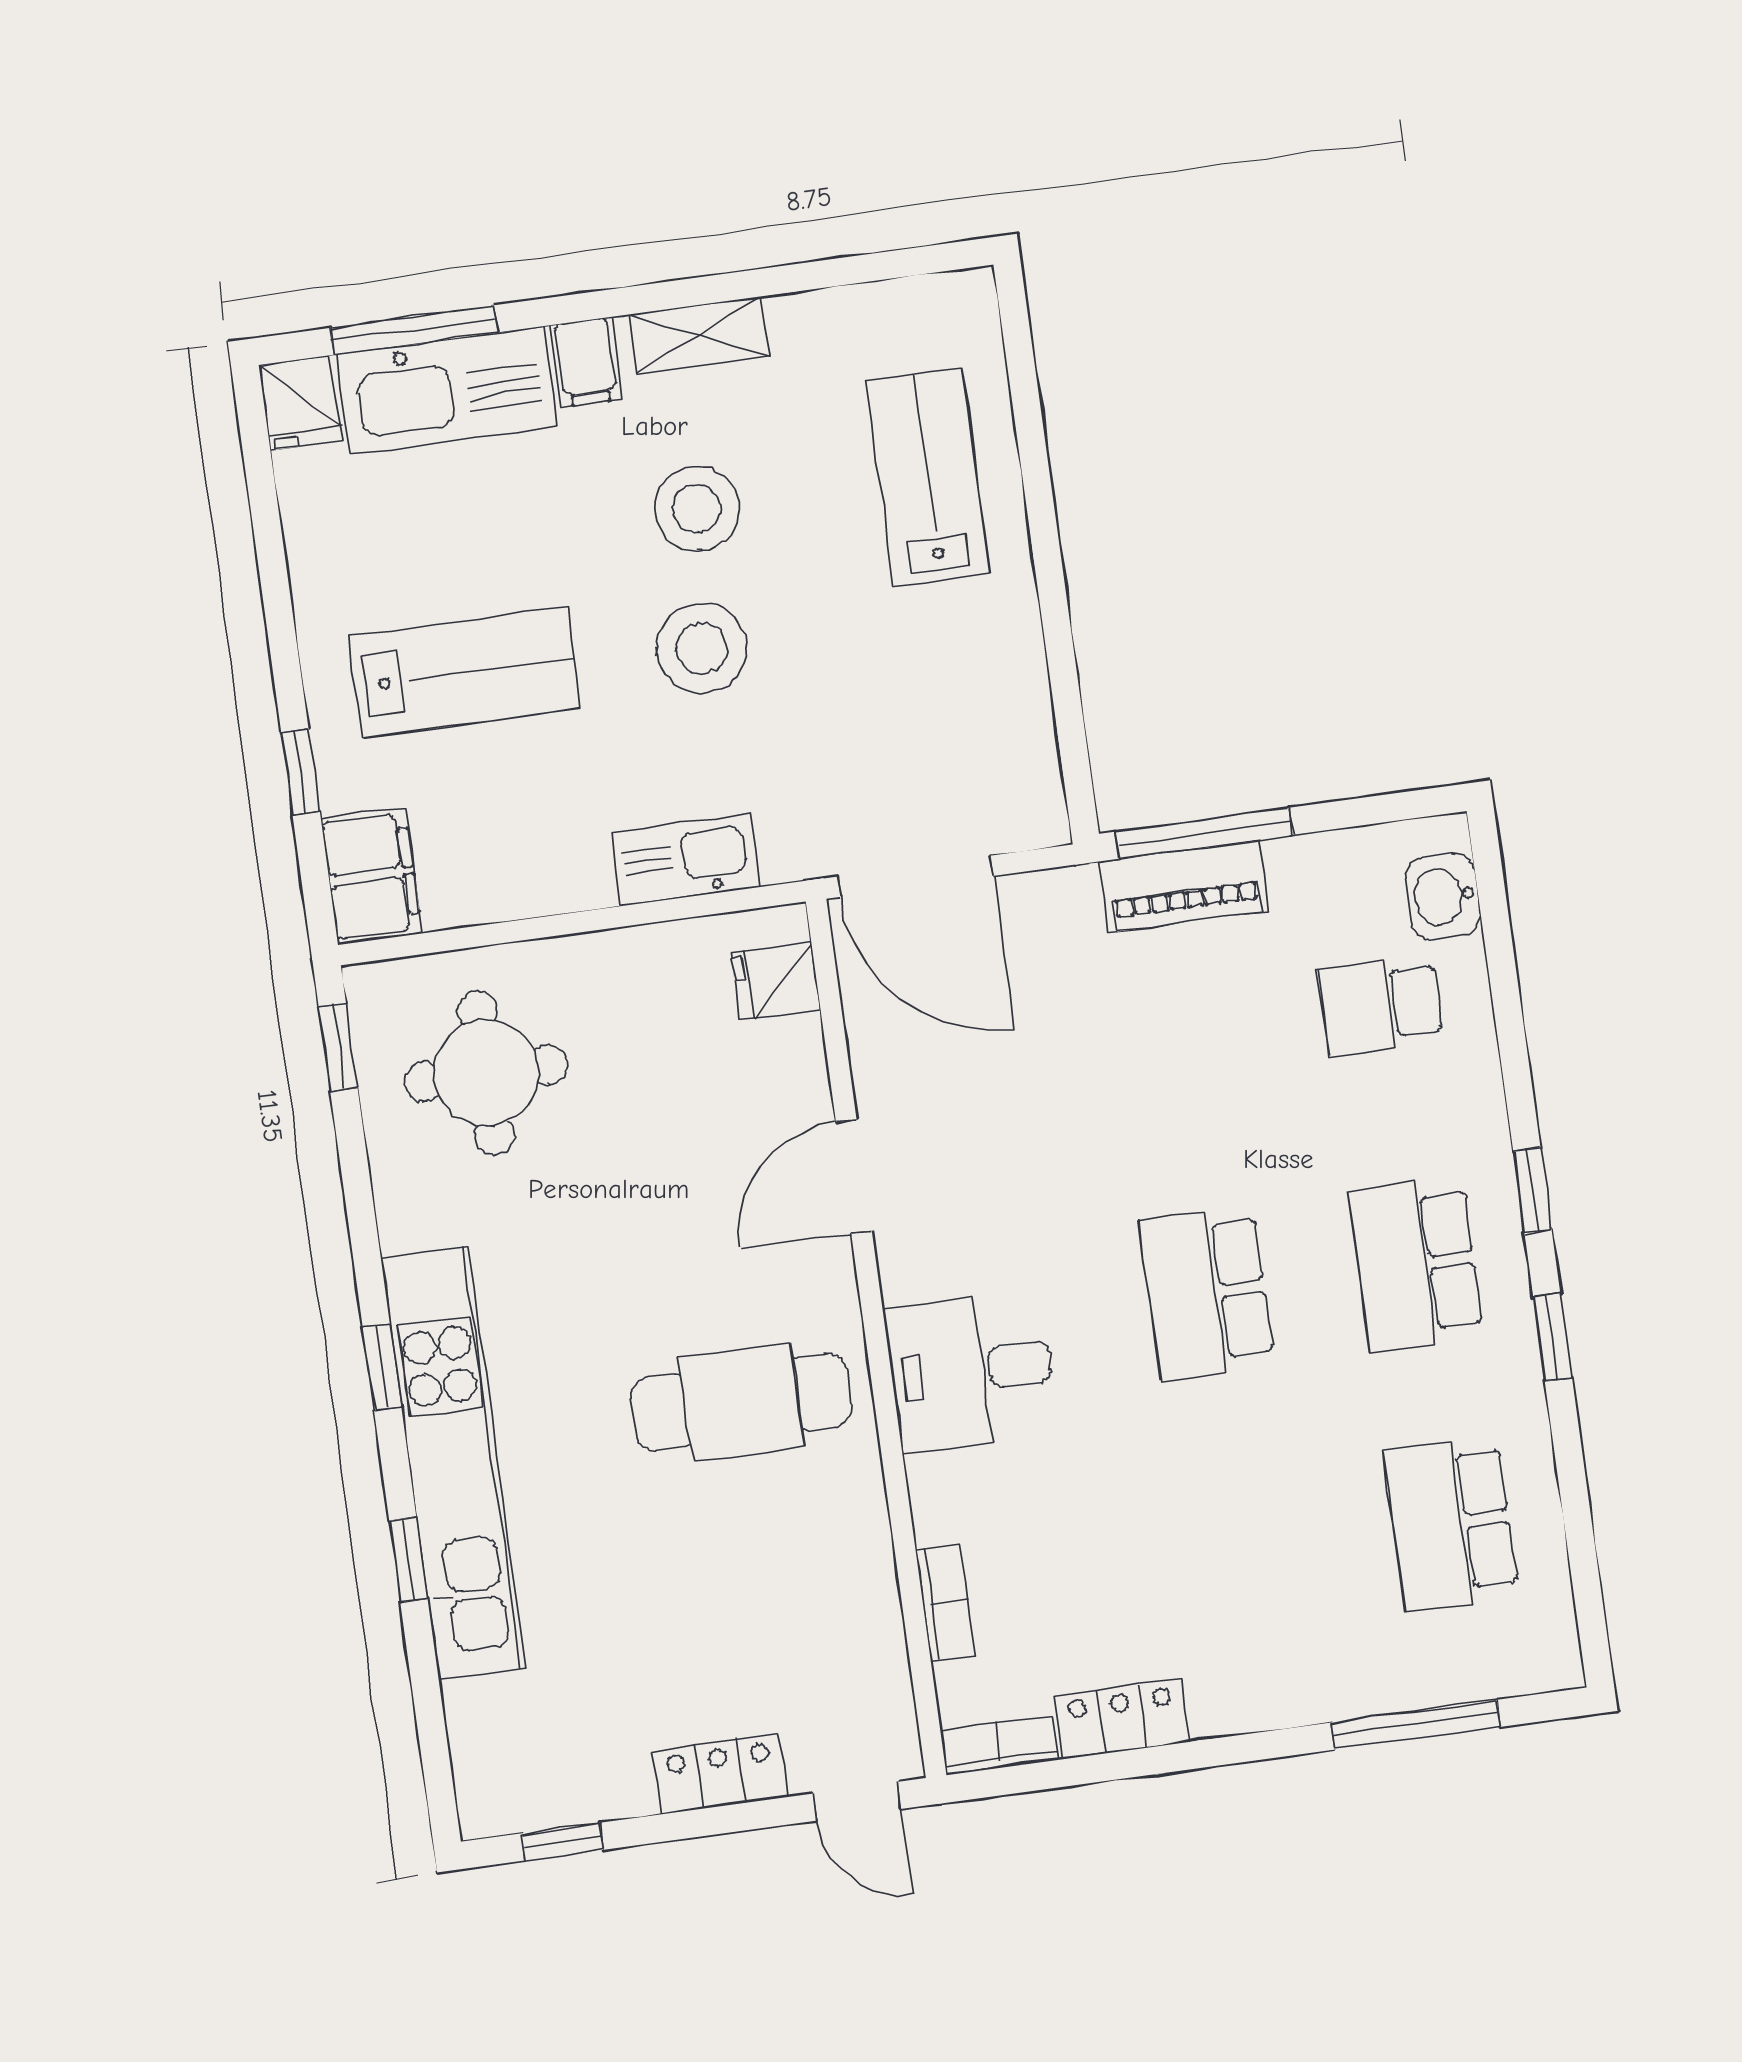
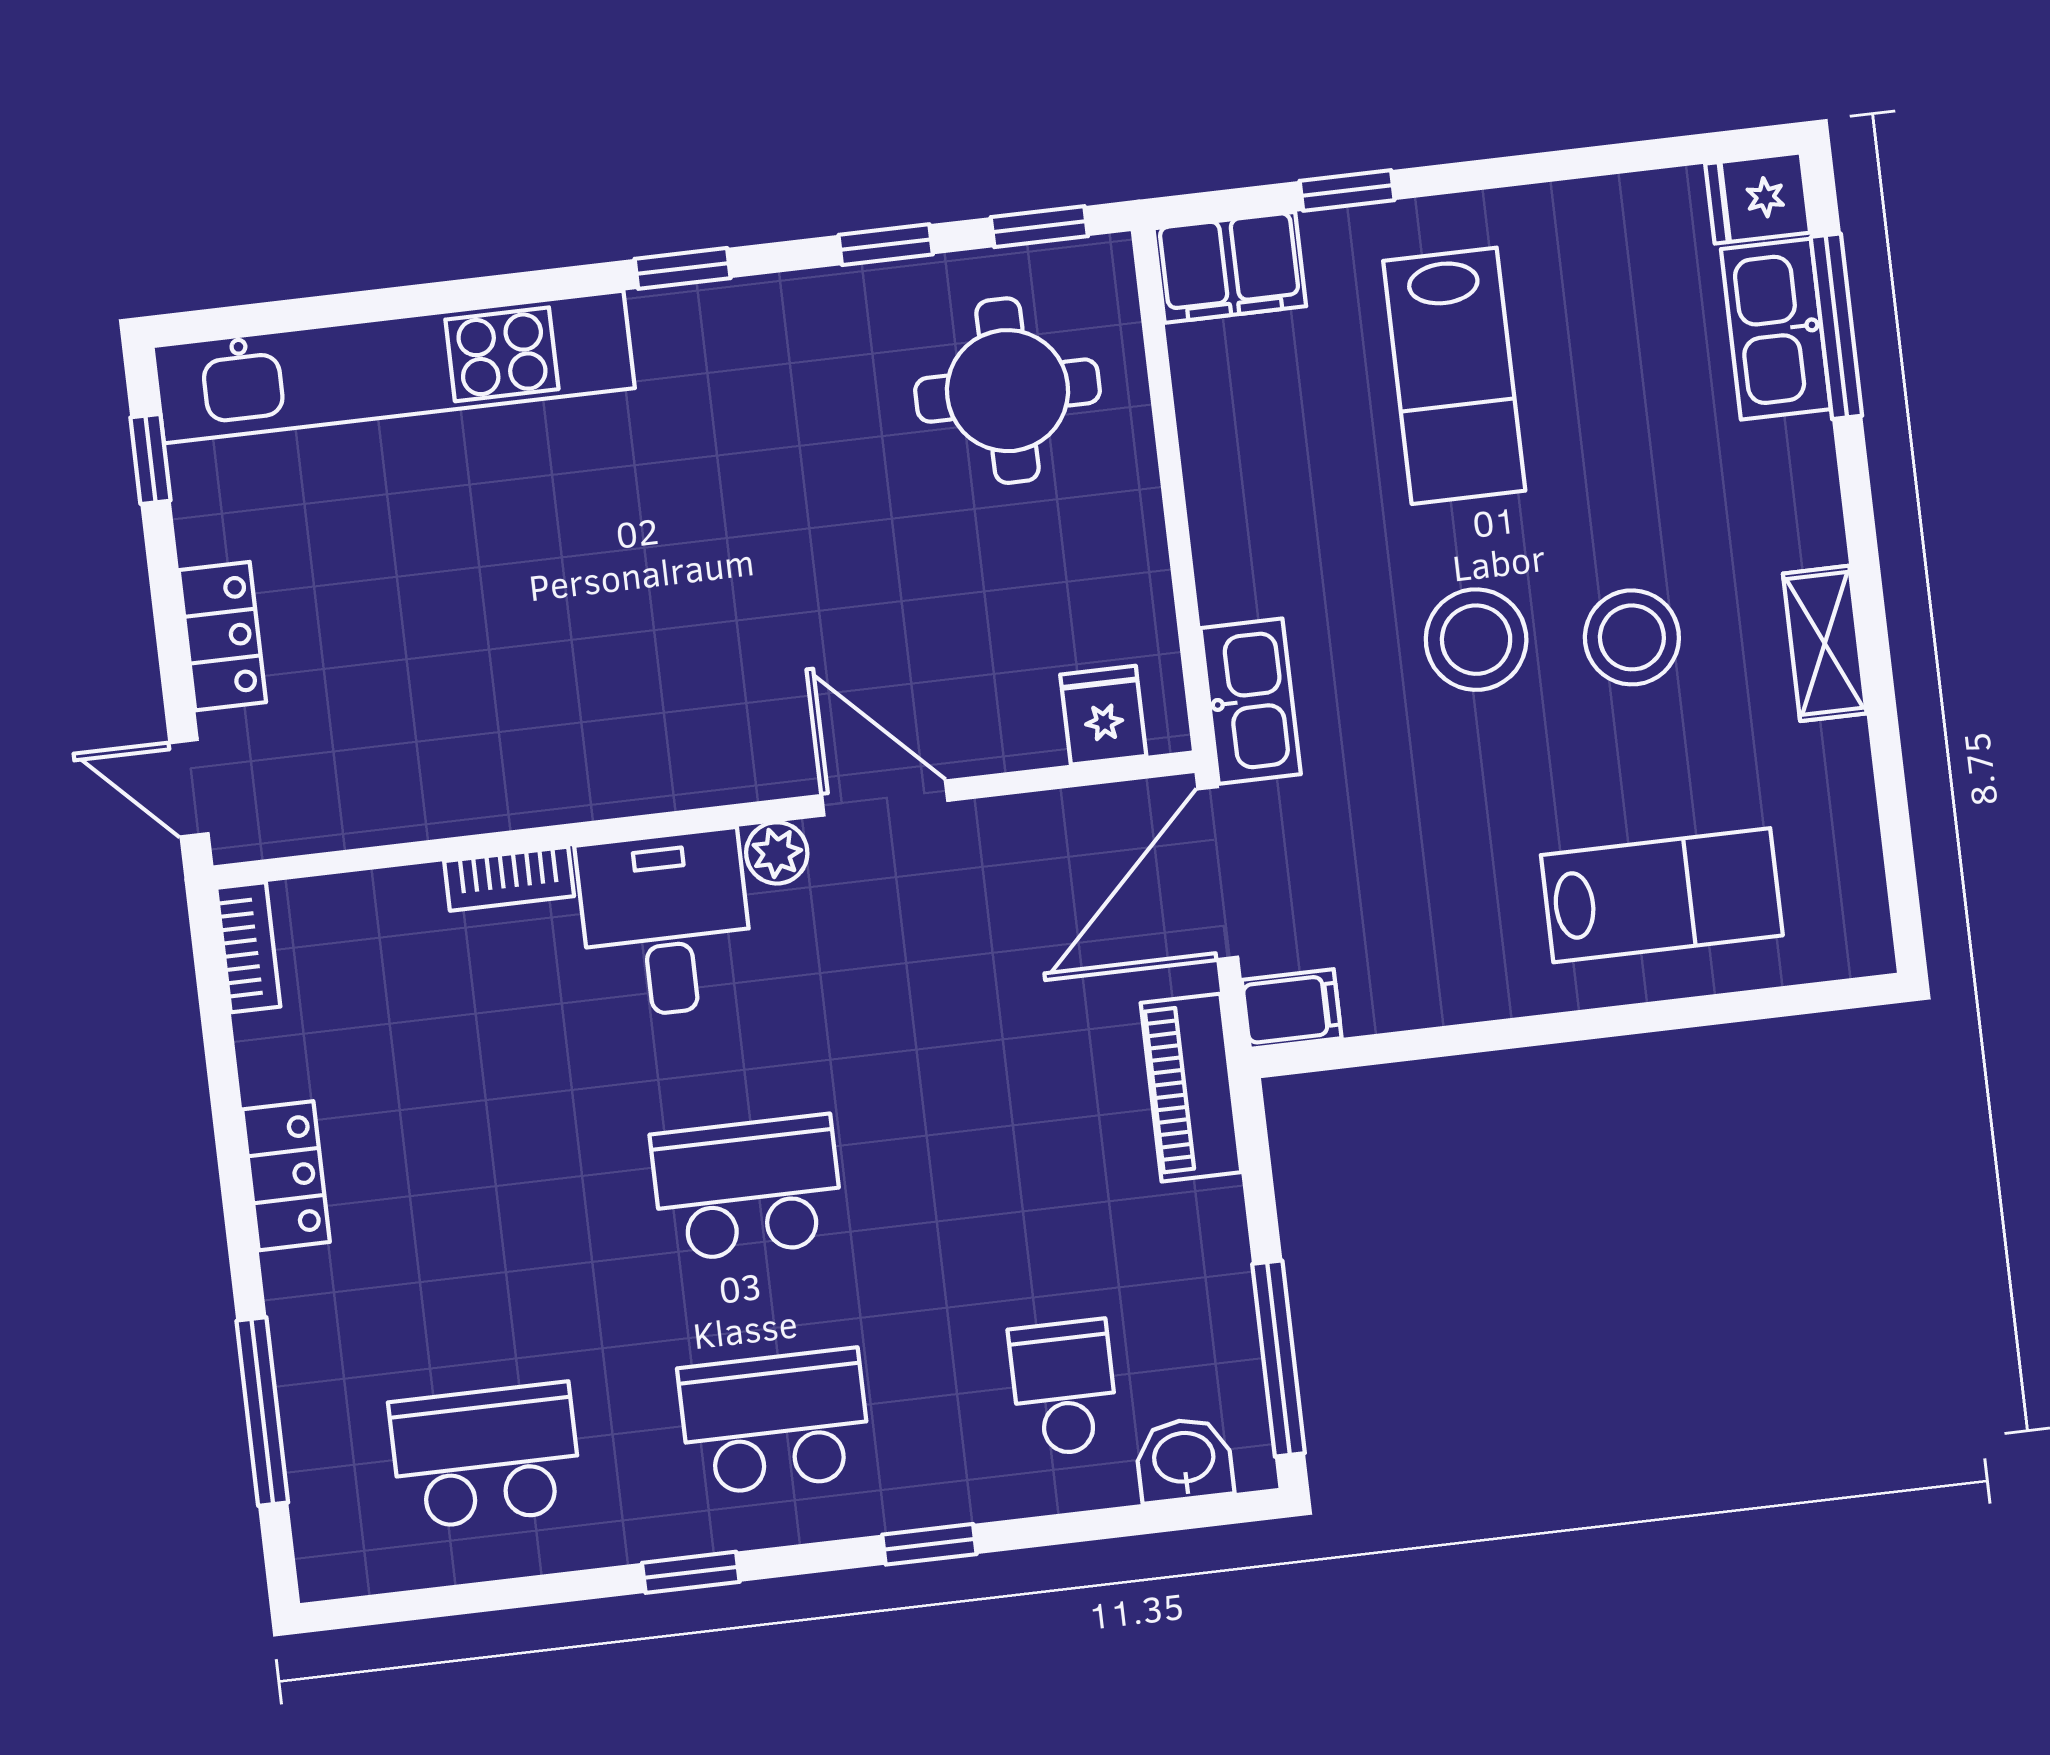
filing cabinet: (586, 362) -> (1292, 1009), moved, turned 180
kitchen sink: (447, 390) -> (1776, 329), width x0.73, depth x0.81
window: (1204, 833) -> (1279, 1359), moved
kitchen sink: (686, 860) -> (1251, 701), moved
piano: (1184, 886) -> (1191, 1088), moved
window: (1532, 1190) -> (929, 1544), moved
plant: (905, 1272) -> (777, 853), added
cafe table: (741, 1402) -> (636, 668), removed
kitchen unit: (453, 1464) -> (394, 367), moved
window: (408, 1560) -> (886, 245), moved
bookcase: (945, 1603) -> (509, 879), moved
locker: (1122, 1719) -> (286, 1176), moved
door: (857, 1801) -> (189, 788), hinge flipped

